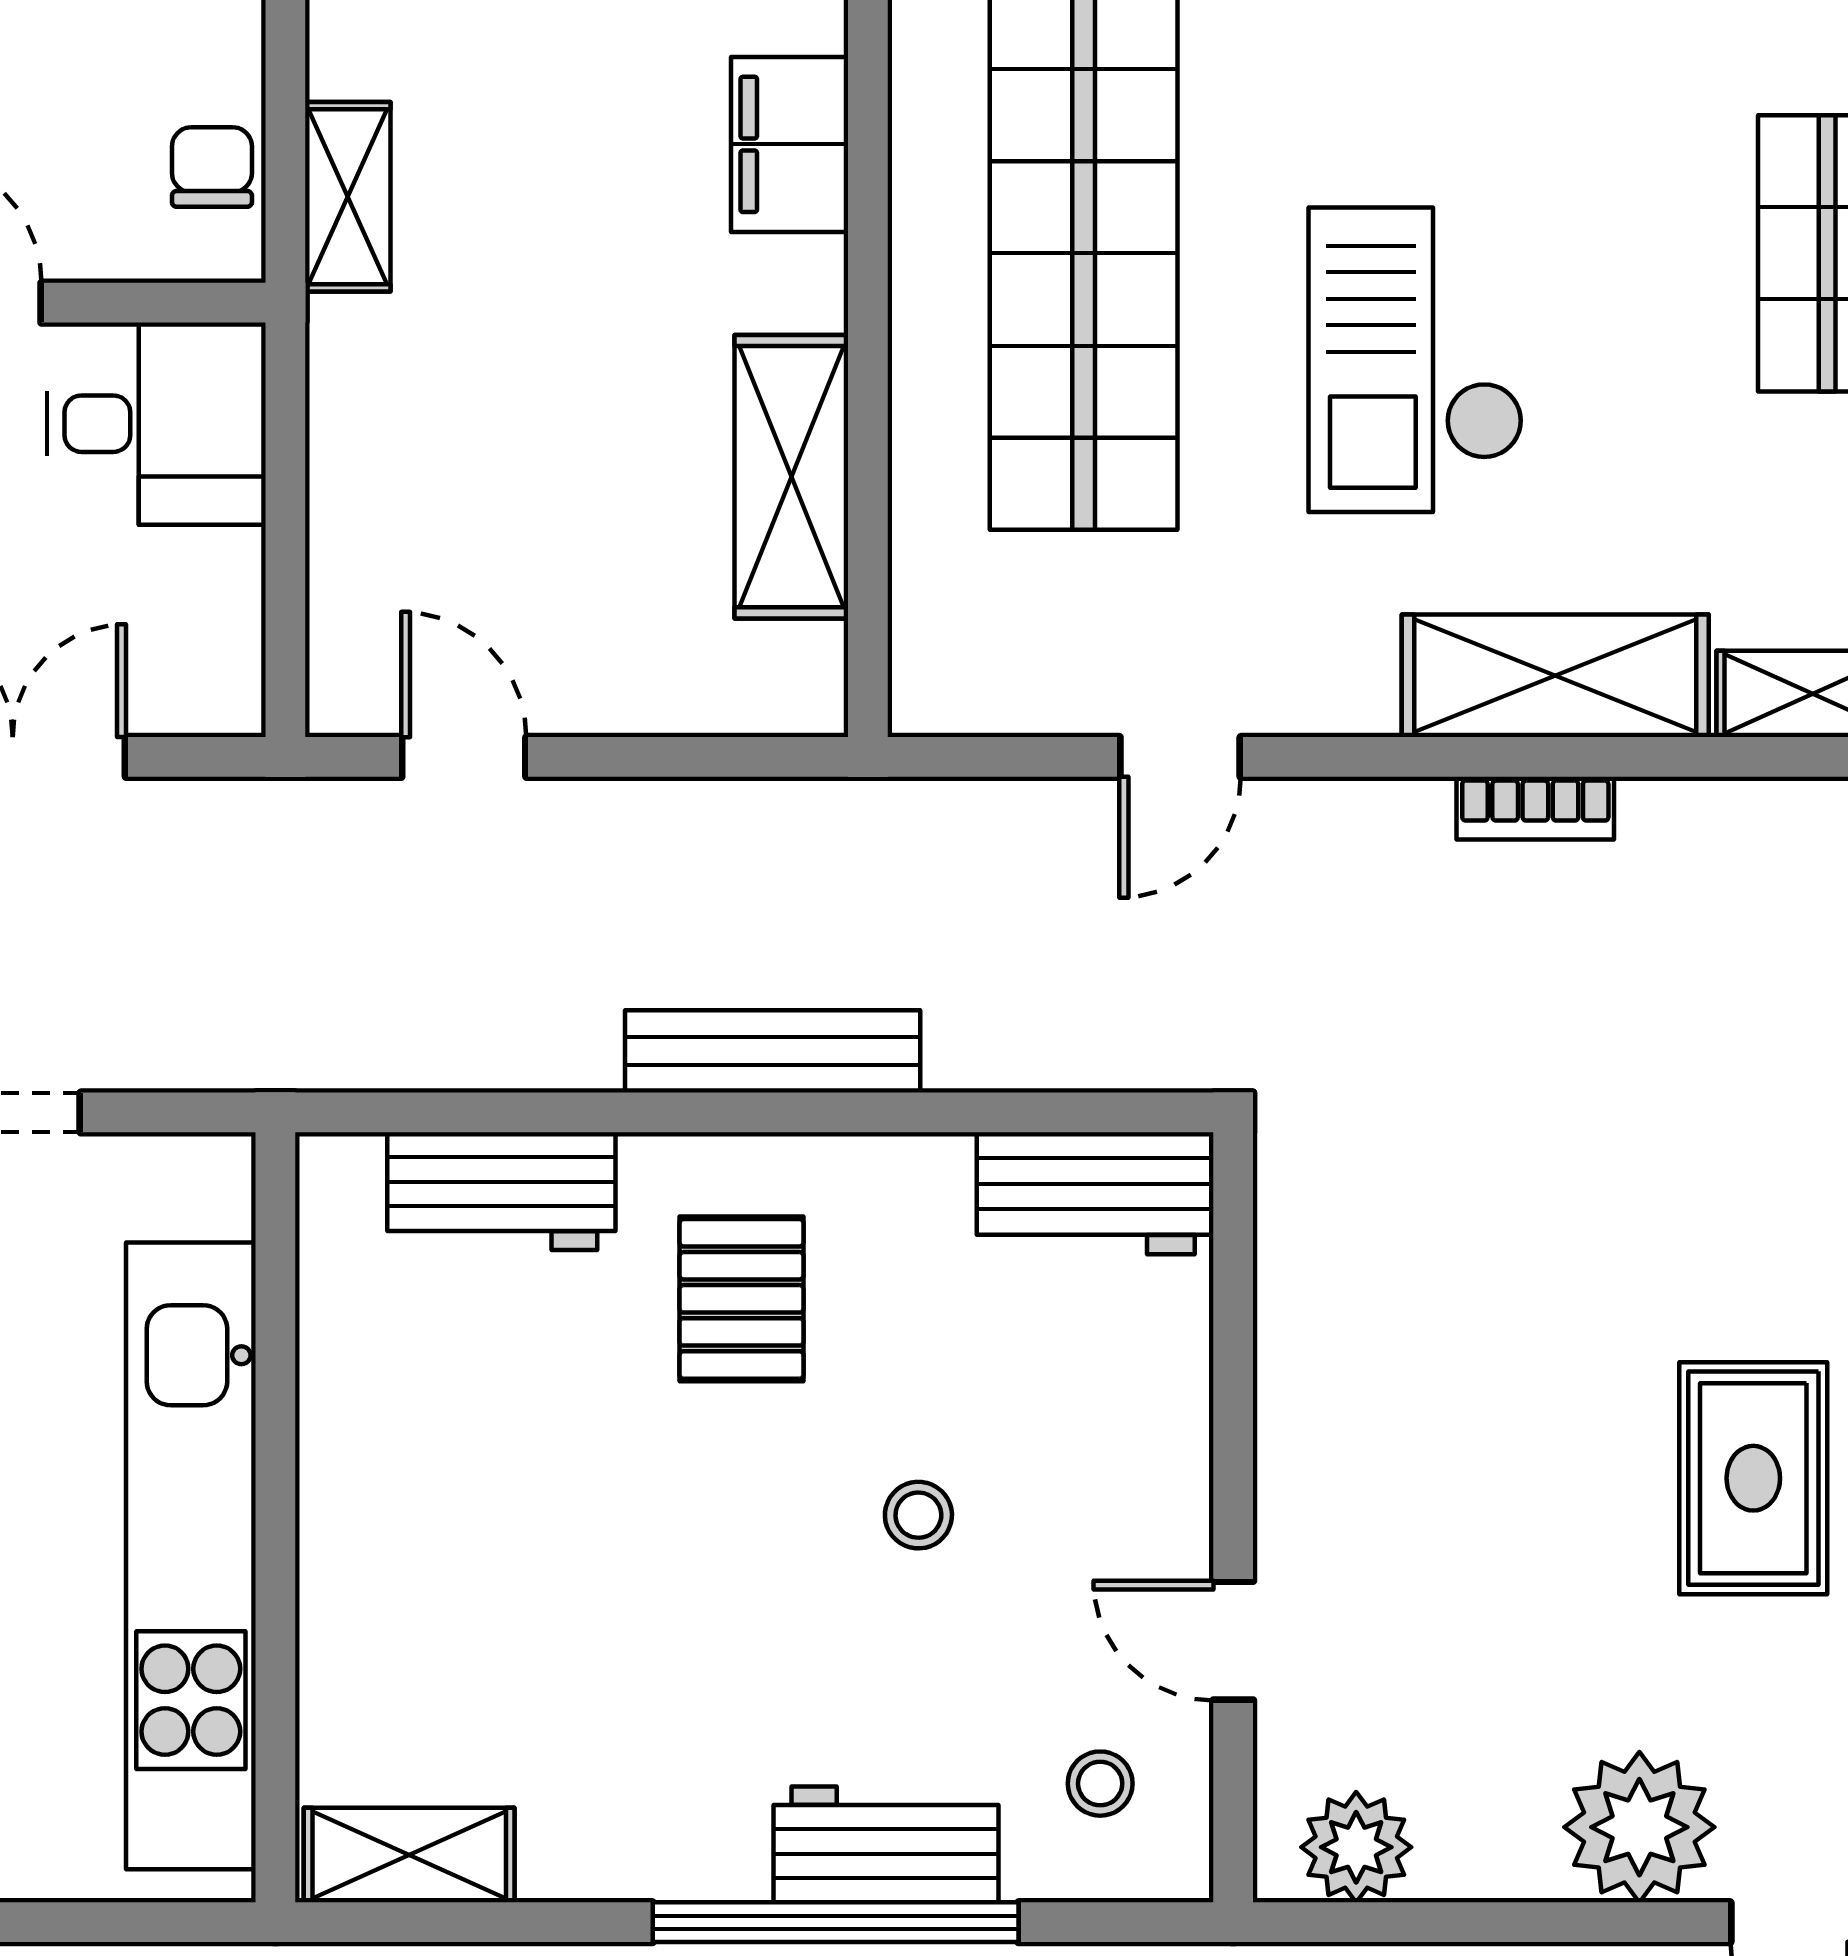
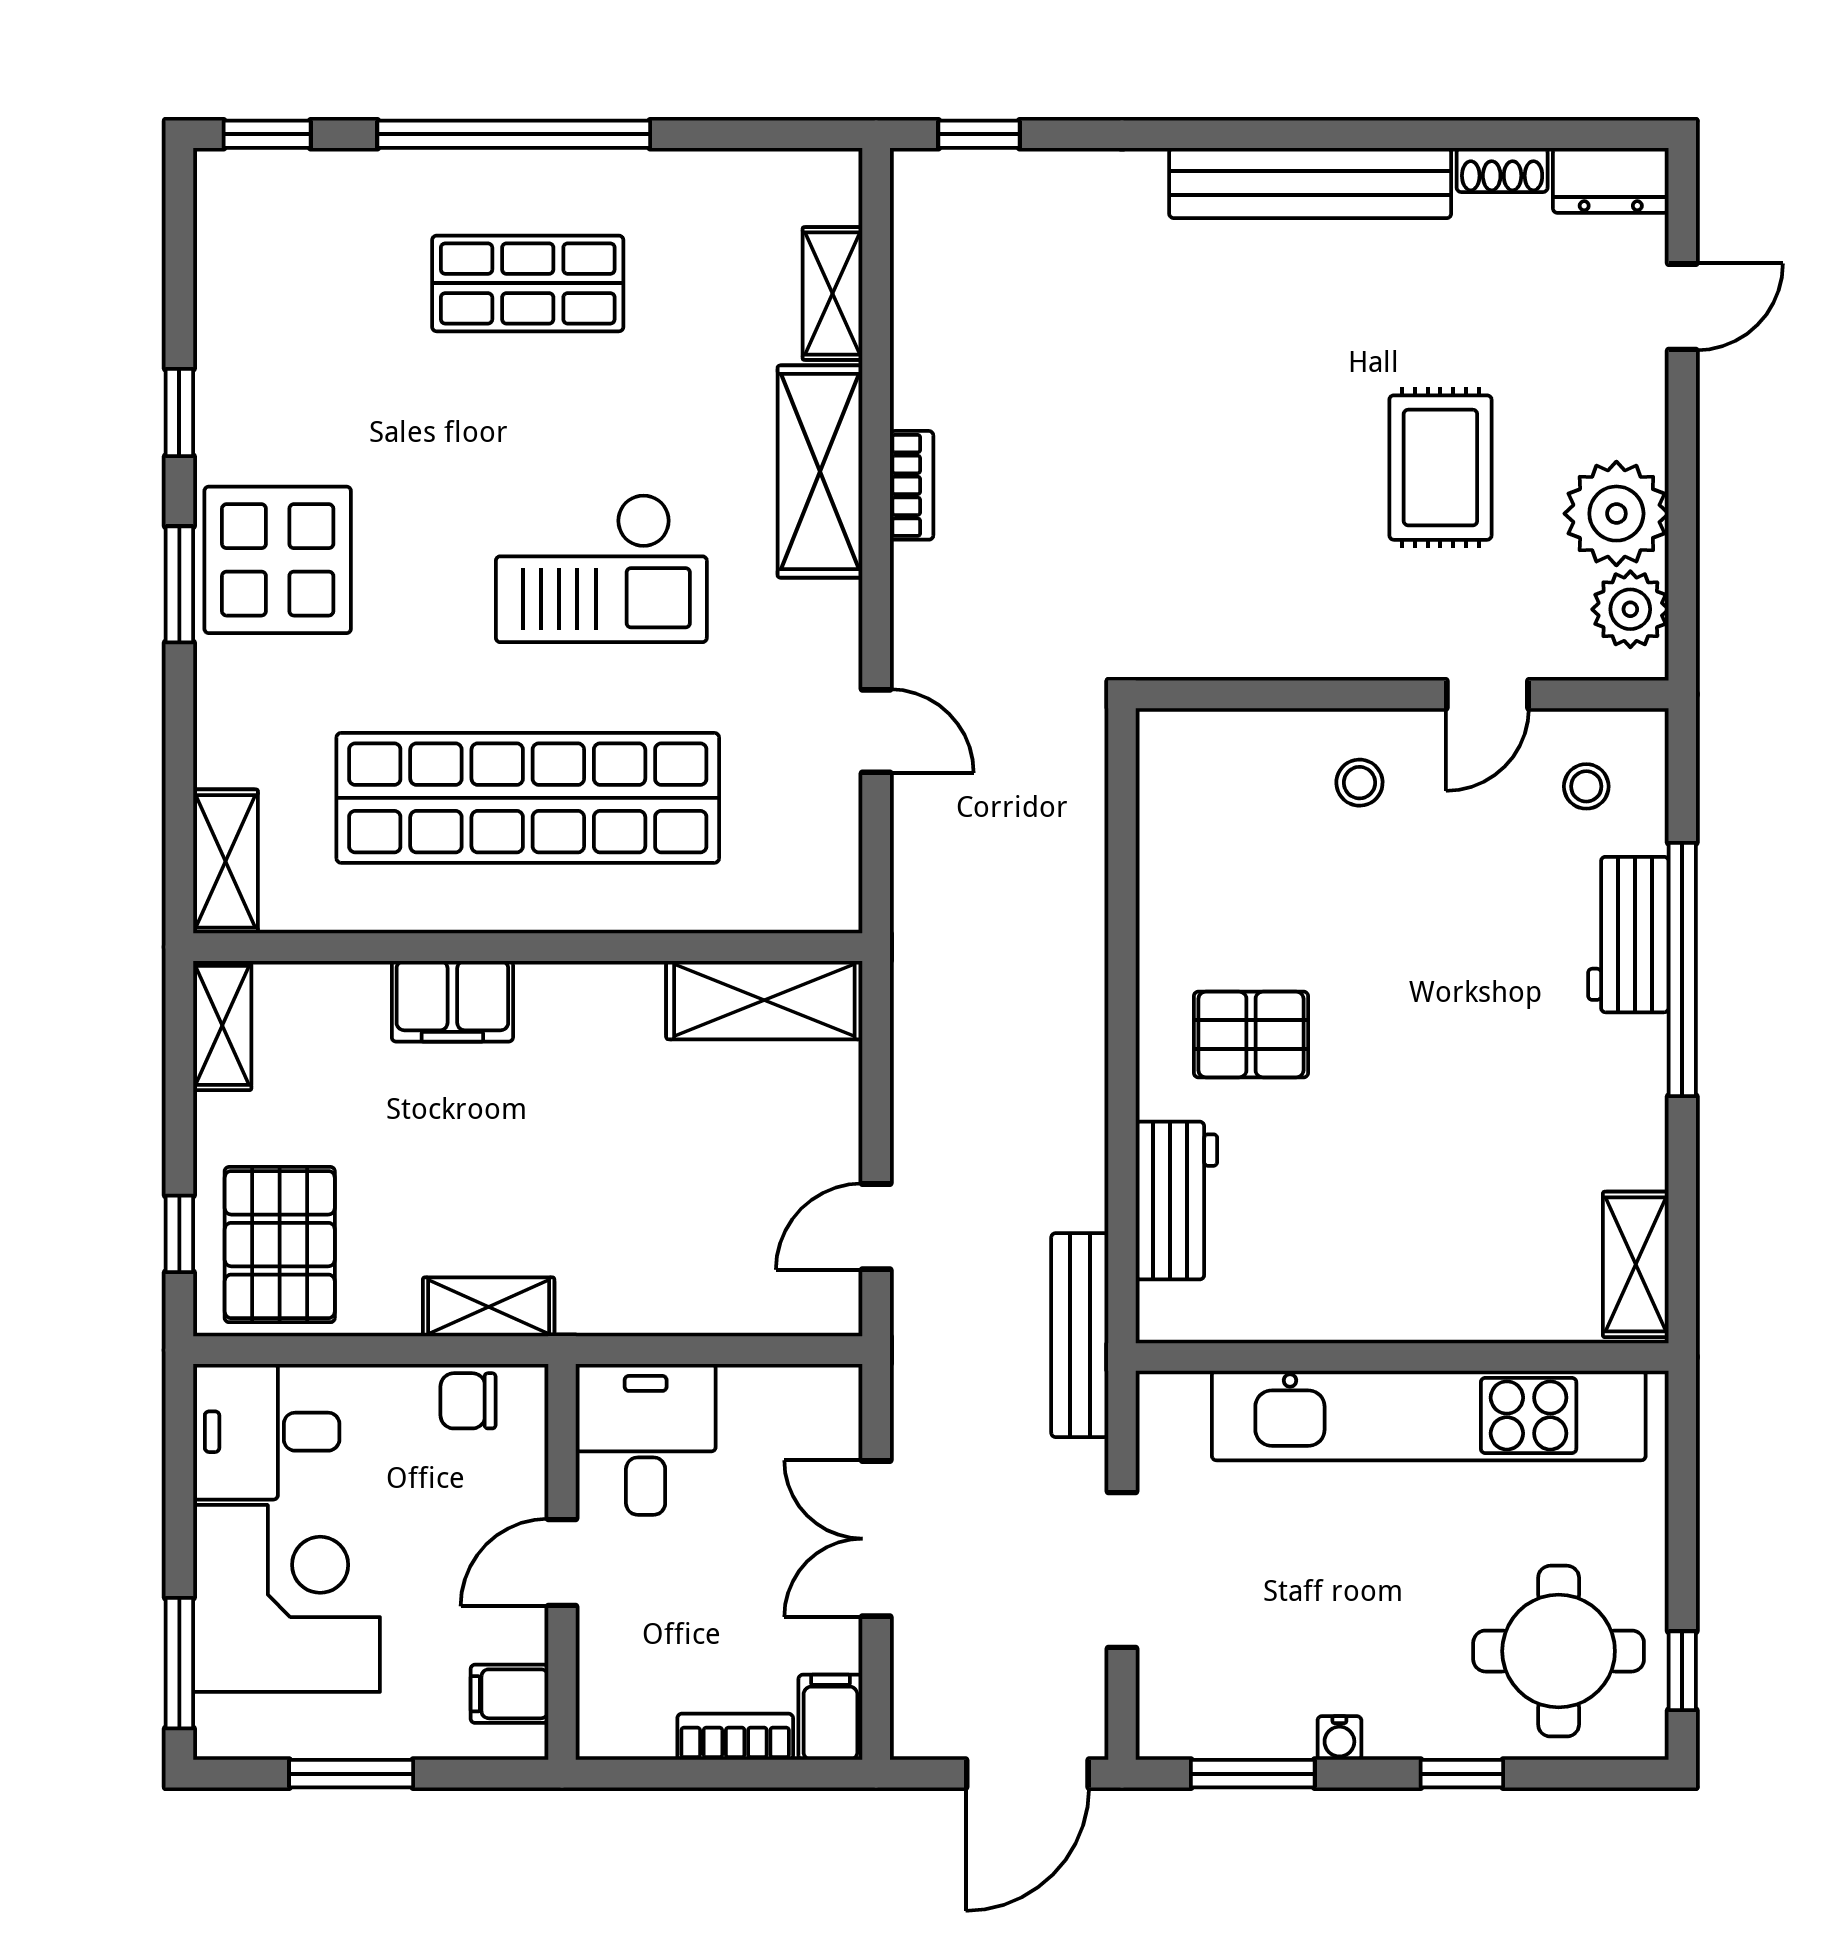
shelving: (791, 477) -> (764, 1000), moved
bench: (773, 1051) -> (1080, 1335), moved
workbench: (1095, 1193) -> (1178, 790), removed
rug: (1753, 1478) -> (1440, 468), moved, turned 90
stool: (918, 1515) -> (1359, 783), moved
plant: (1639, 1827) -> (1616, 514), moved

